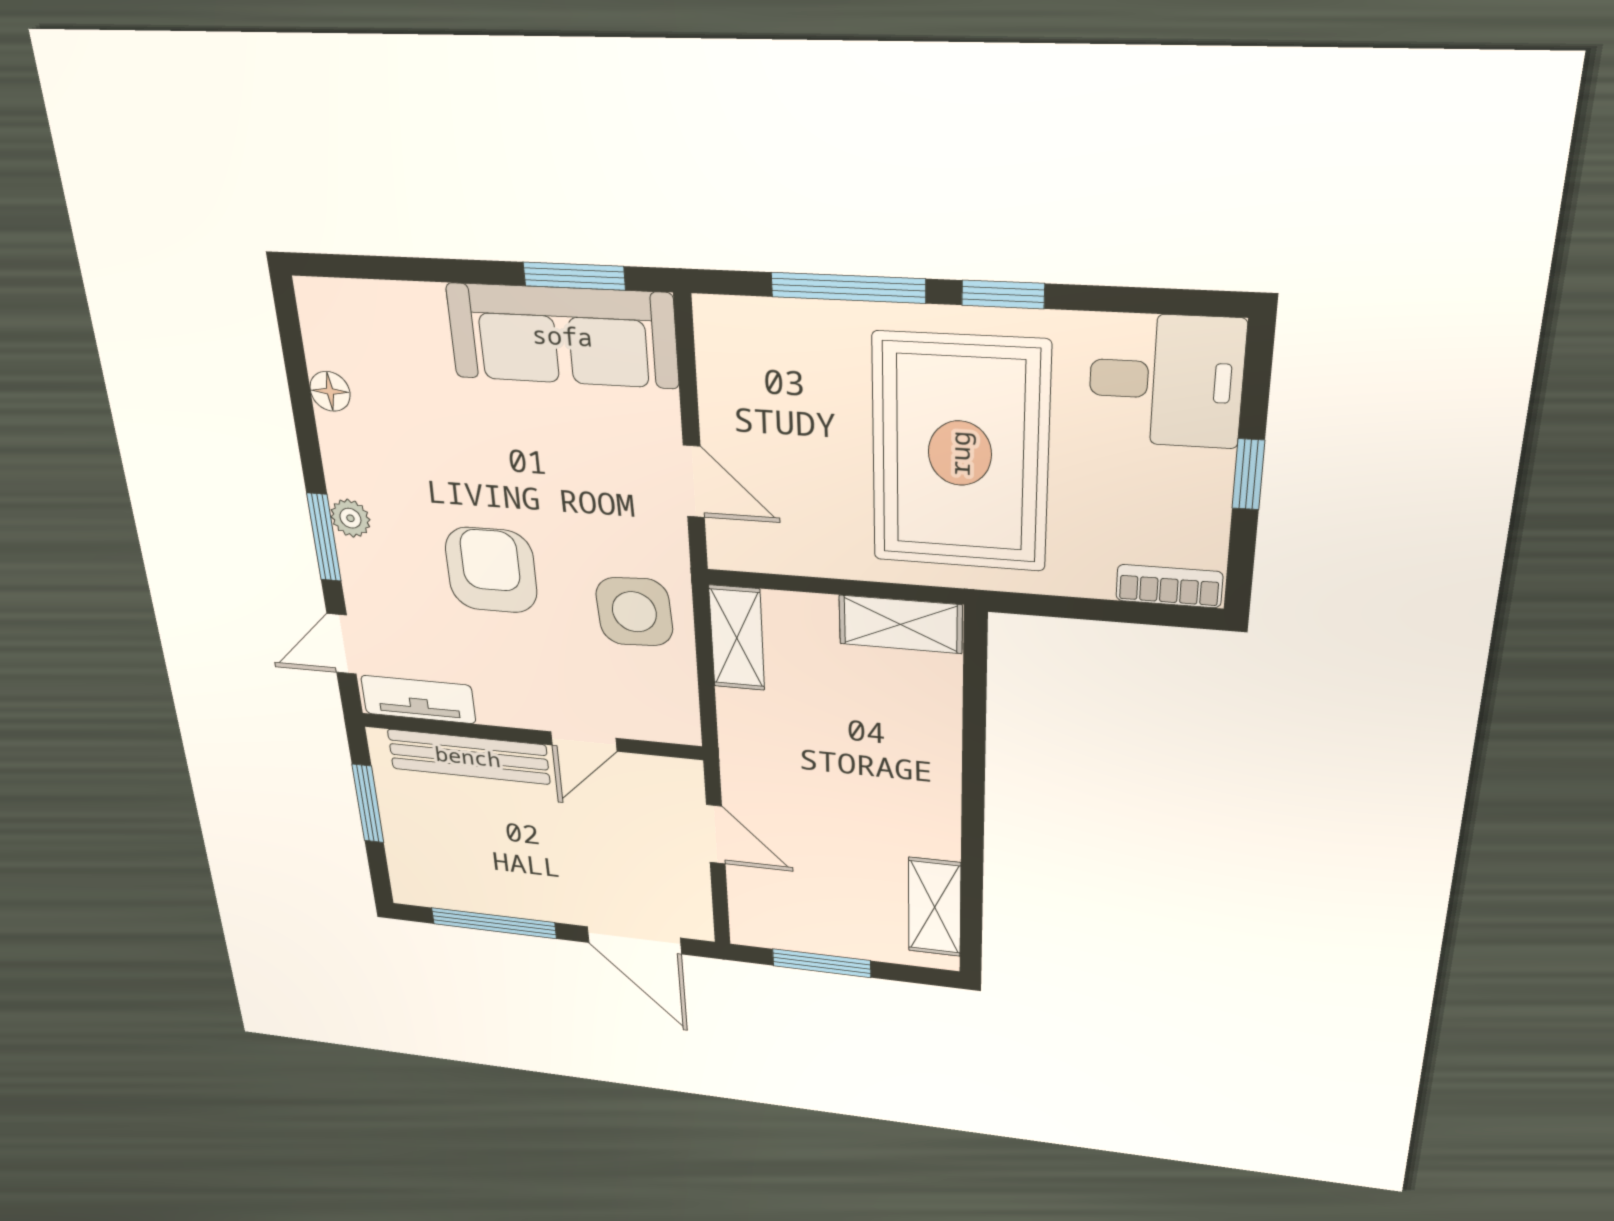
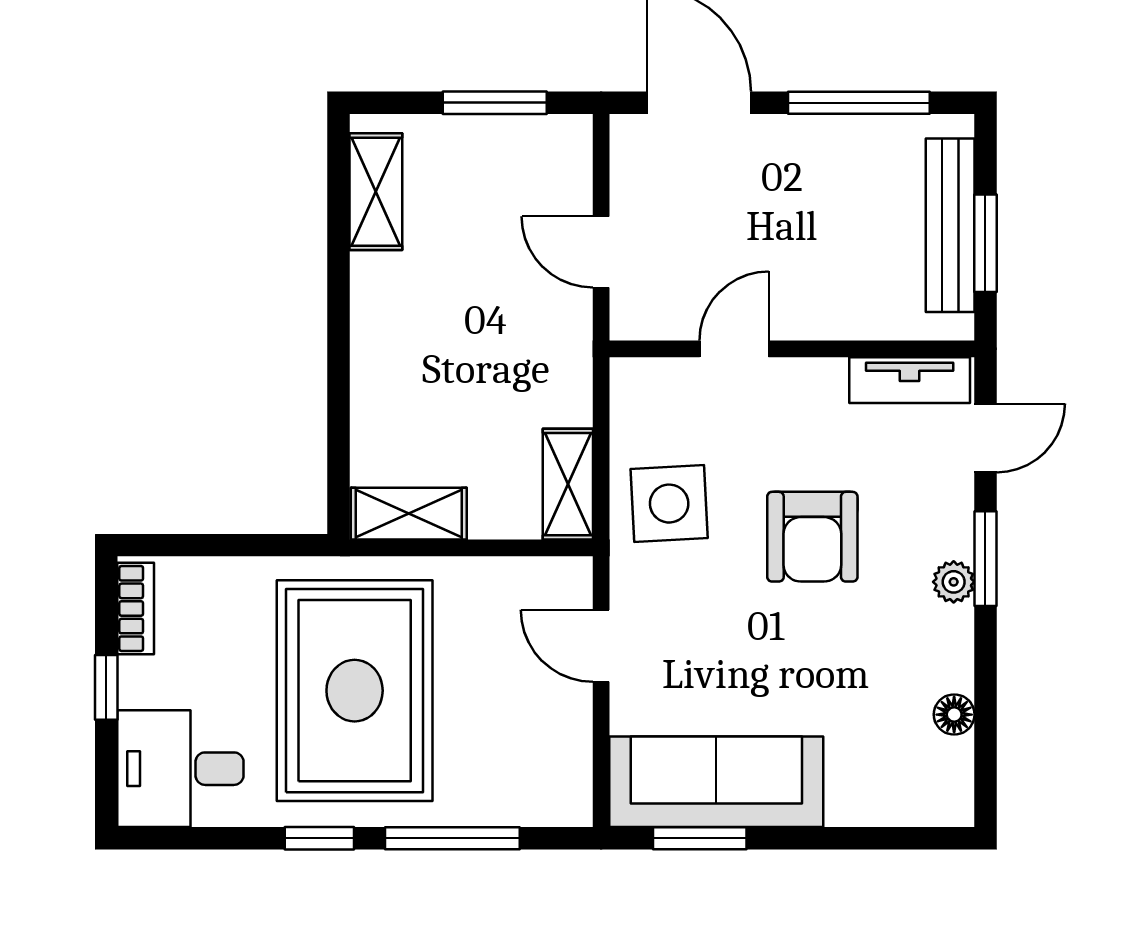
bookcase: (1169, 586) -> (136, 608), moved, turned -90
bench: (468, 757) -> (950, 225), moved, turned 90

